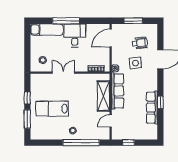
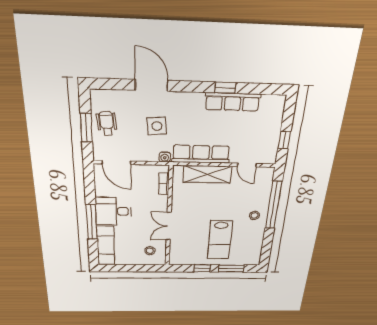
wheelchair: (140, 43) -> (107, 124), moved

